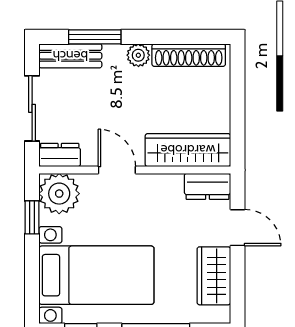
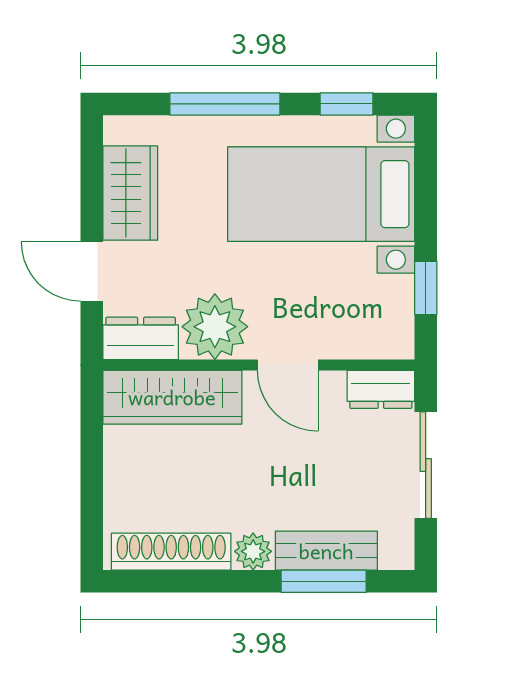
bench: (70, 56) -> (326, 551), moved
plant: (59, 194) -> (215, 327), moved

